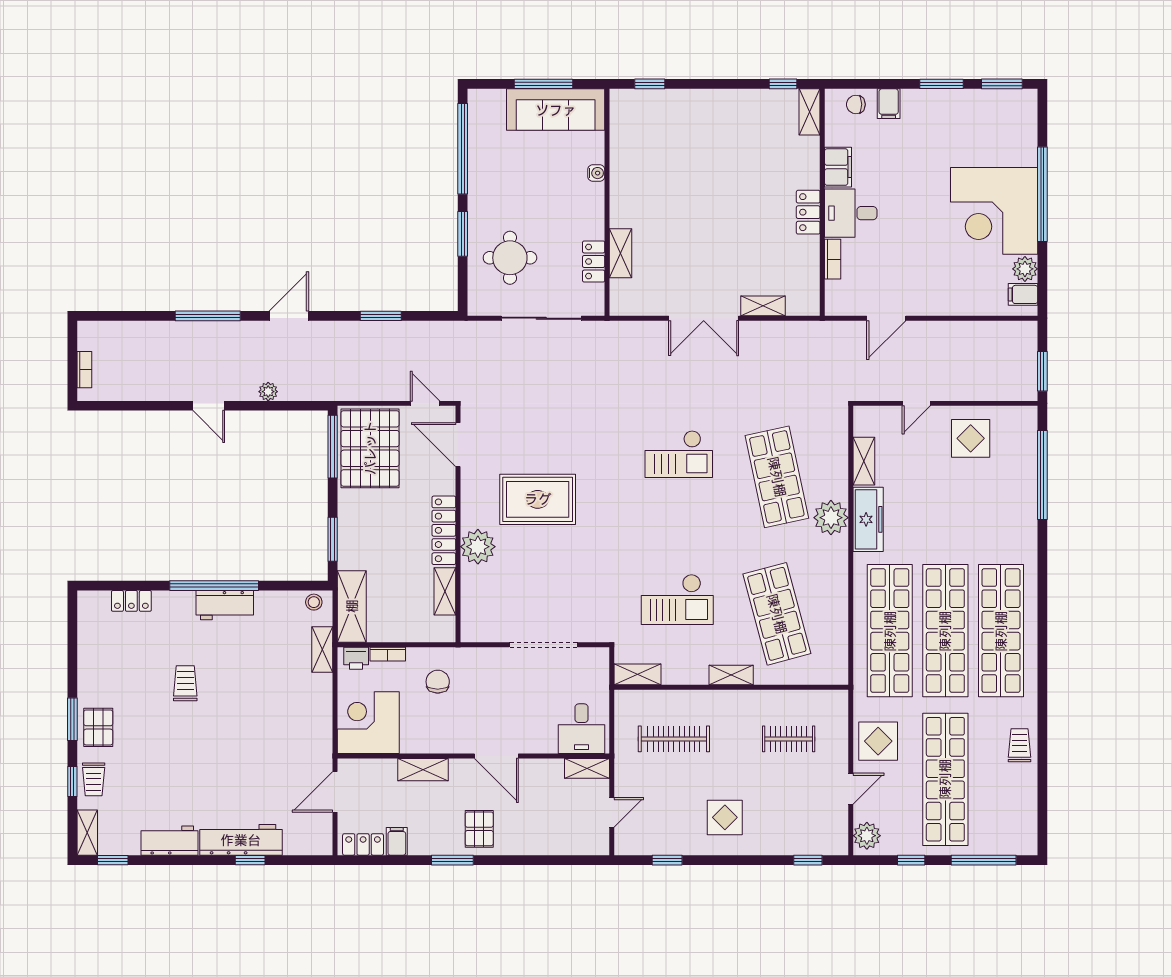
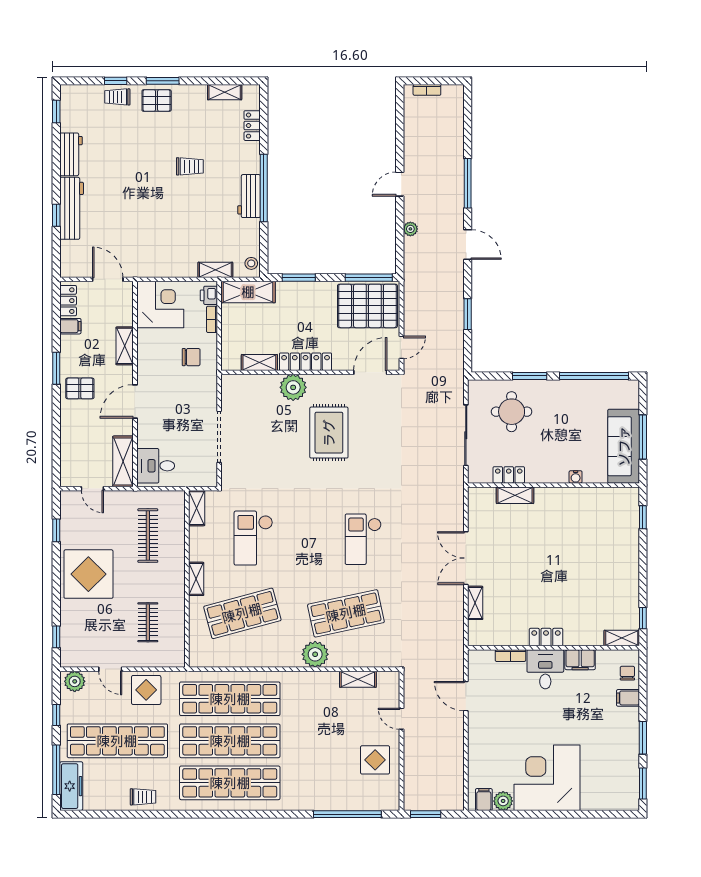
window: (1042, 194) -> (559, 814), removed
freezer: (868, 519) -> (71, 786), moved, turned -90
shelving: (587, 768) -> (123, 461), width x1.50, depth x1.33
display table: (725, 817) -> (88, 574), width x1.86, depth x1.86
shelving: (87, 833) -> (225, 92), moved

